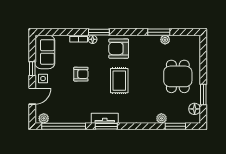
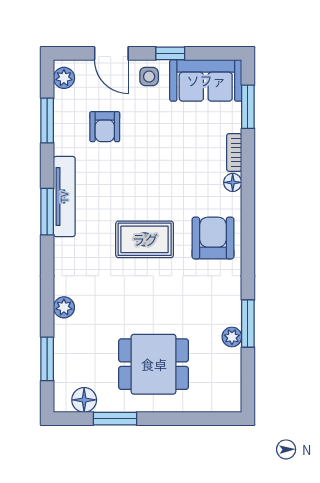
window: (99, 32) -> (248, 107), moved
armchair: (81, 74) -> (105, 127), moved
tv unit: (105, 118) -> (64, 197), width x1.41
plant: (161, 118) -> (64, 307), moved
window: (64, 126) -> (47, 121), width x0.47

